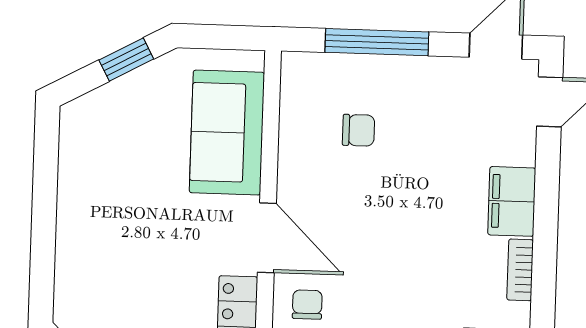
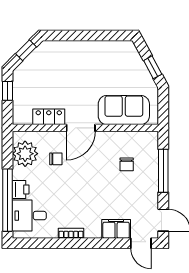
filing cabinet: (512, 201) -> (116, 229), moved
chair: (307, 304) -> (56, 159), moved

